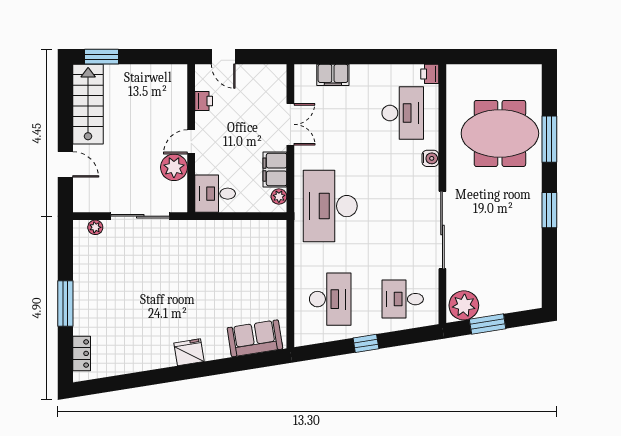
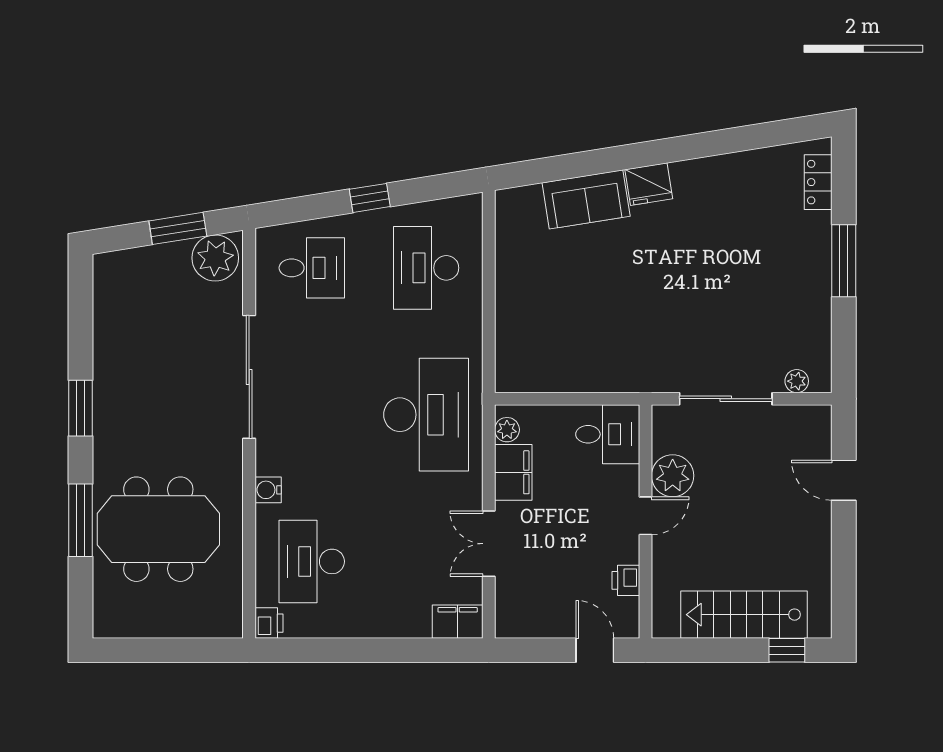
window: (102, 57) -> (787, 650), width x0.67
filing cabinet: (333, 75) -> (458, 622), moved
stairs: (88, 104) -> (744, 615), moved, turned 90
sofa: (255, 338) -> (586, 199), moved

